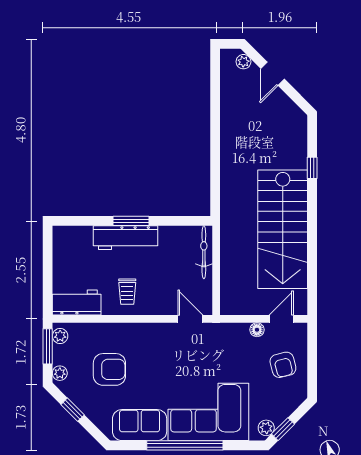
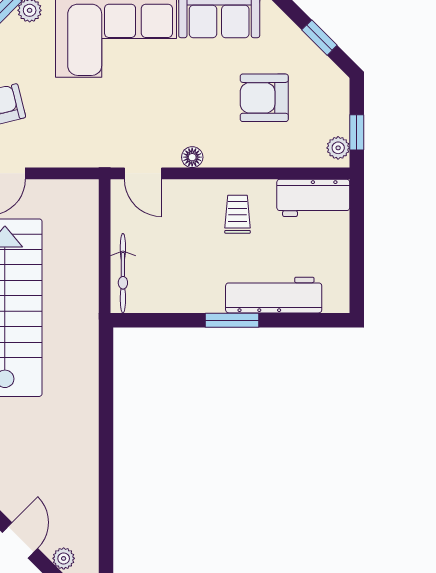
workbench: (125, 238) -> (274, 295), moved
floor lamp: (257, 330) -> (192, 157), moved
window: (48, 346) -> (357, 132), width x0.67
plant: (60, 373) -> (339, 92), removed

